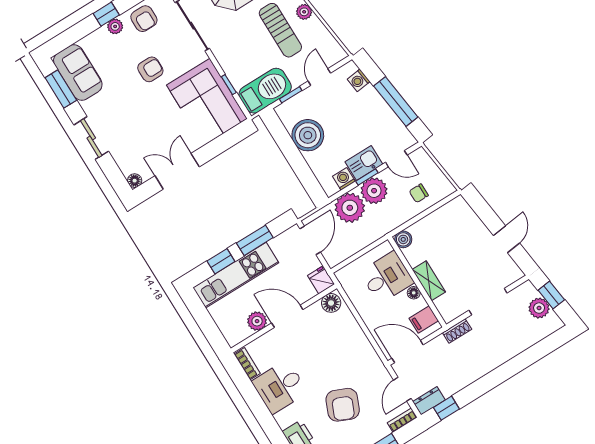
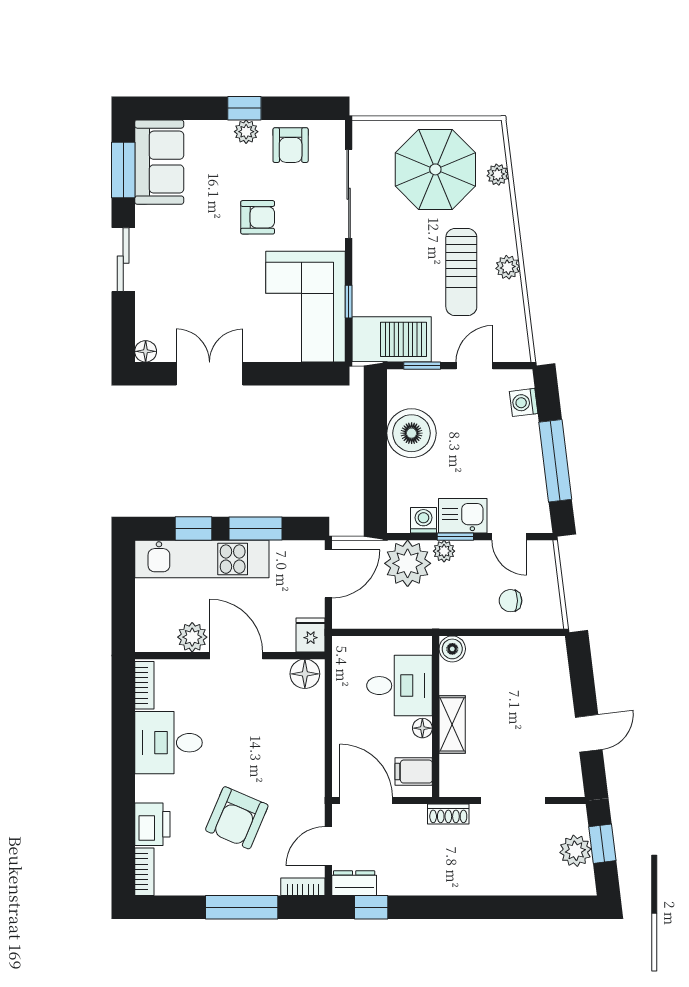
plant: (374, 191) -> (444, 551), width x0.53, depth x0.53

